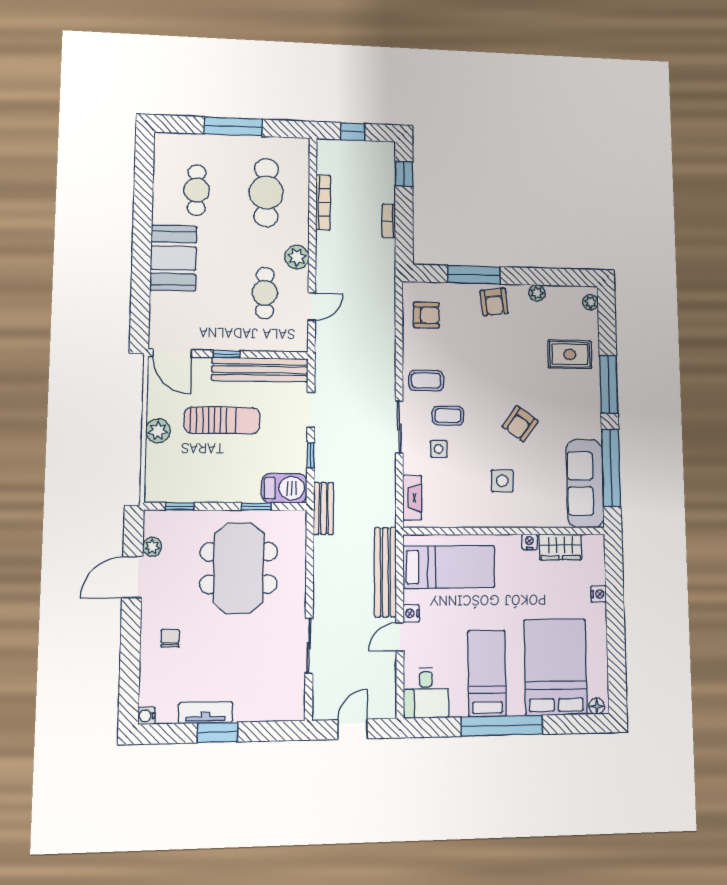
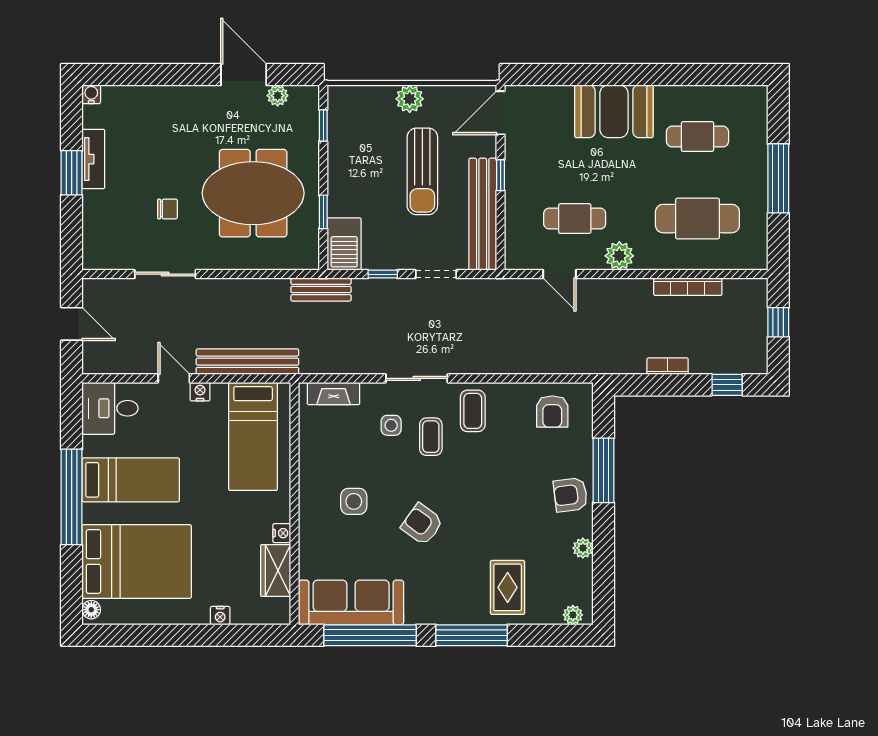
chair: (170, 638) -> (167, 209), moved

